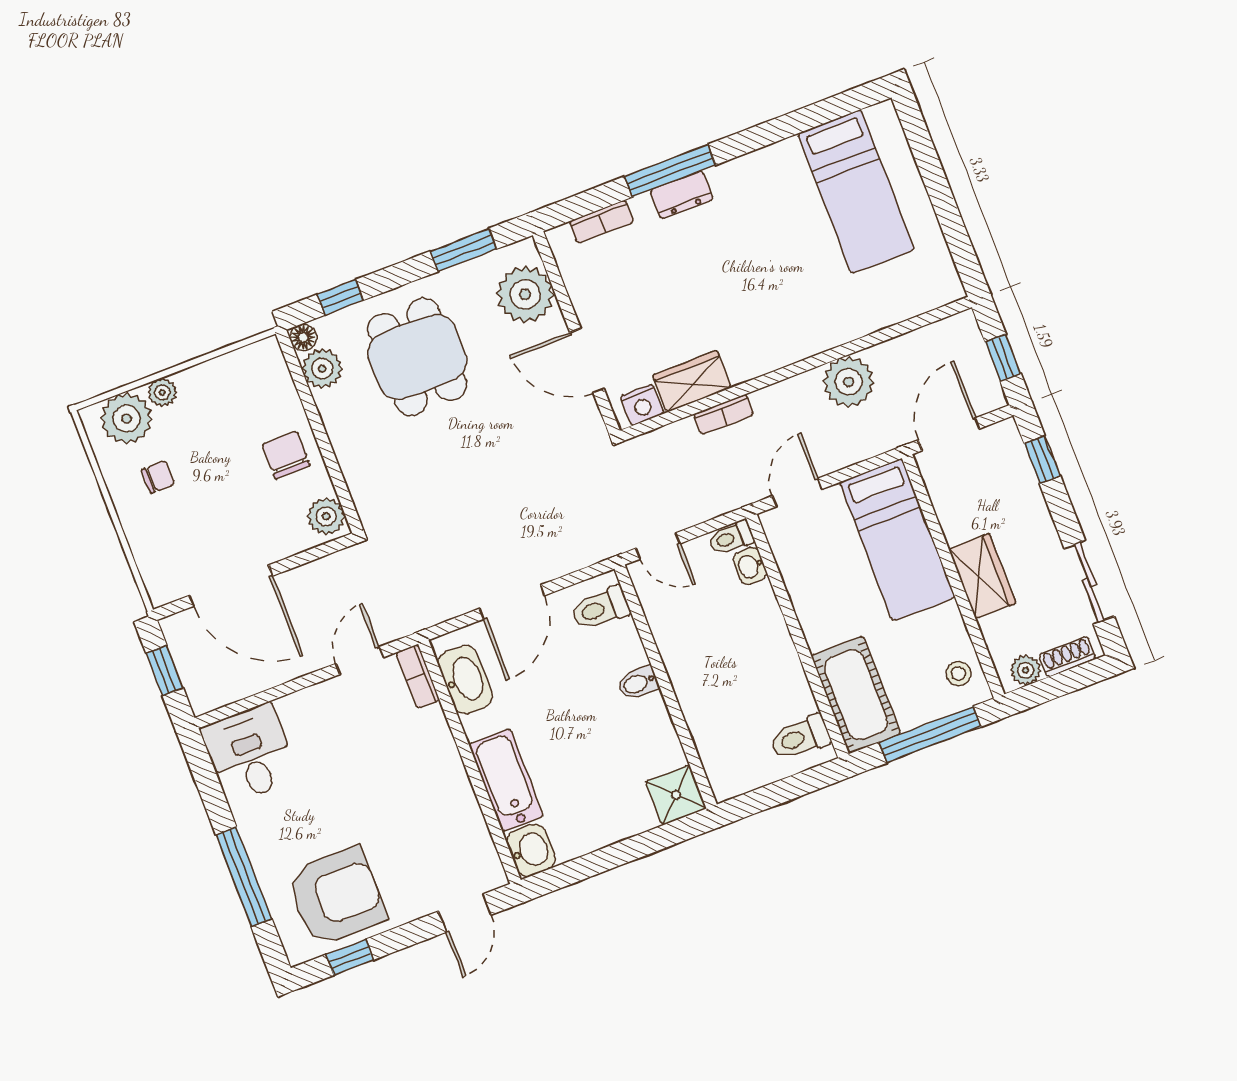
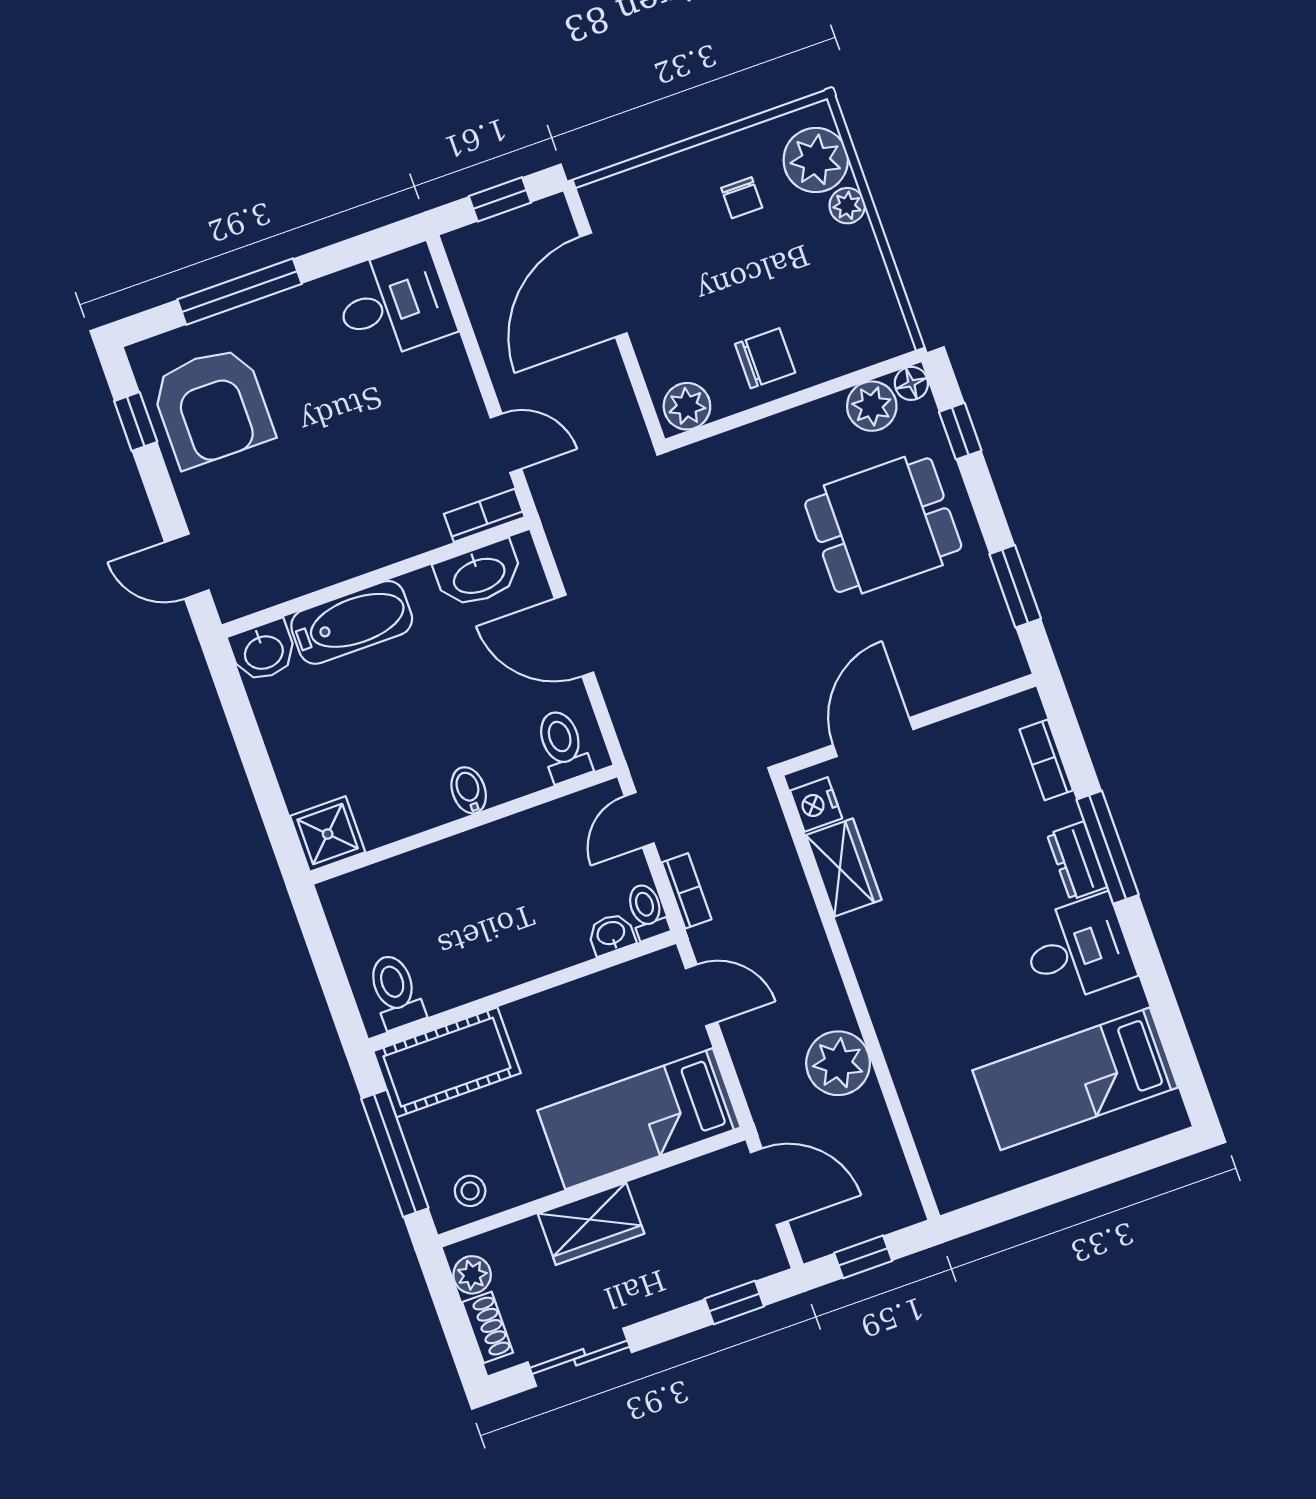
desk: (753, 192) -> (1078, 949), added
plant: (525, 294) -> (958, 662), removed
bookcase: (723, 415) -> (687, 891), moved, turned 180

